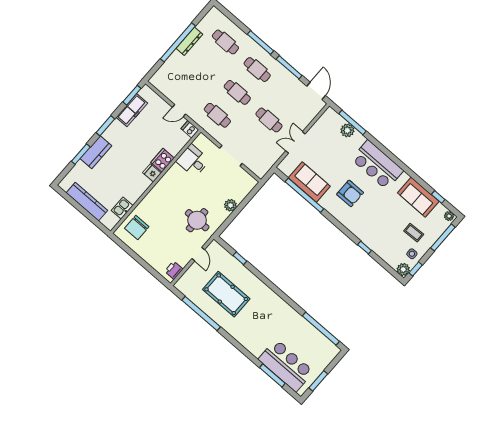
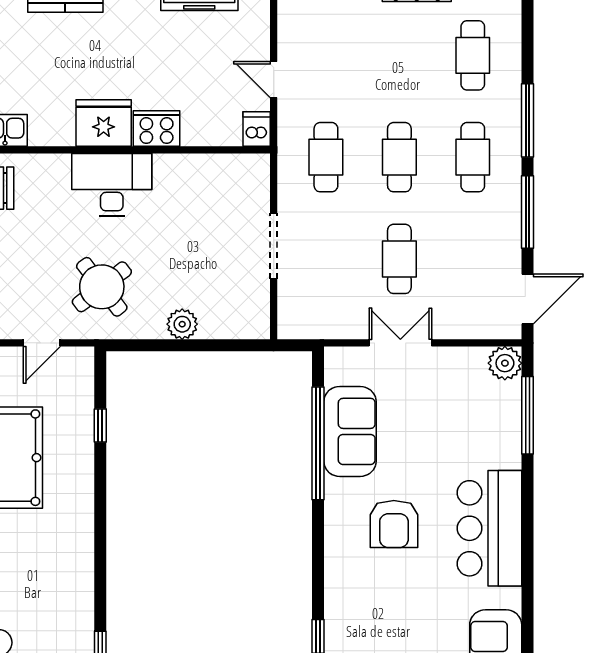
plant: (347, 130) -> (505, 363), moved
desk: (193, 161) -> (112, 185), moved, width x1.37
fridge: (152, 173) -> (104, 123), width x1.88, depth x1.34
round table: (197, 220) -> (102, 287), turned -38

